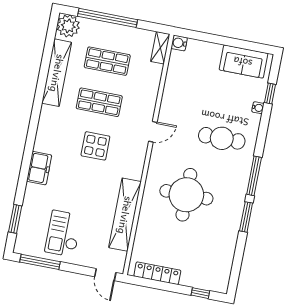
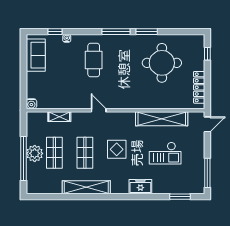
plant: (68, 26) -> (35, 153), moved
shelving: (160, 48) -> (59, 117), moved
shelving: (57, 73) -> (86, 187), moved
round table: (186, 195) -> (162, 63), moved
checkout: (63, 234) -> (165, 153), moved

